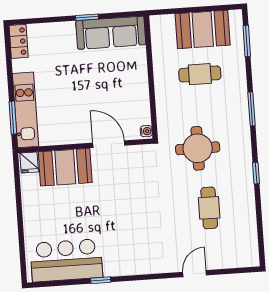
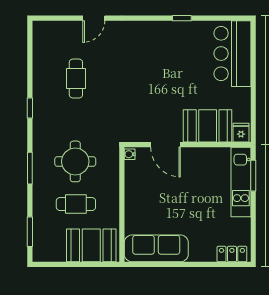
window: (87, 17) -> (177, 264), removed
booth: (203, 29) -> (91, 245), moved
locker: (19, 41) -> (232, 254), moved, turned 90
round table: (198, 148) -> (75, 161), moved
bar counter: (66, 260) -> (232, 54), moved, turned 90

